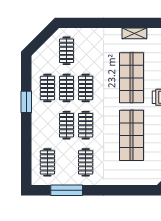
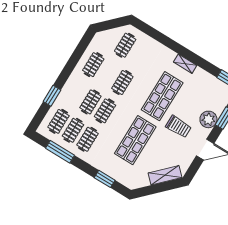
clothes rail: (67, 88) -> (73, 130), moved
window: (26, 102) -> (52, 96), moved
window: (125, 190) -> (105, 179), added

